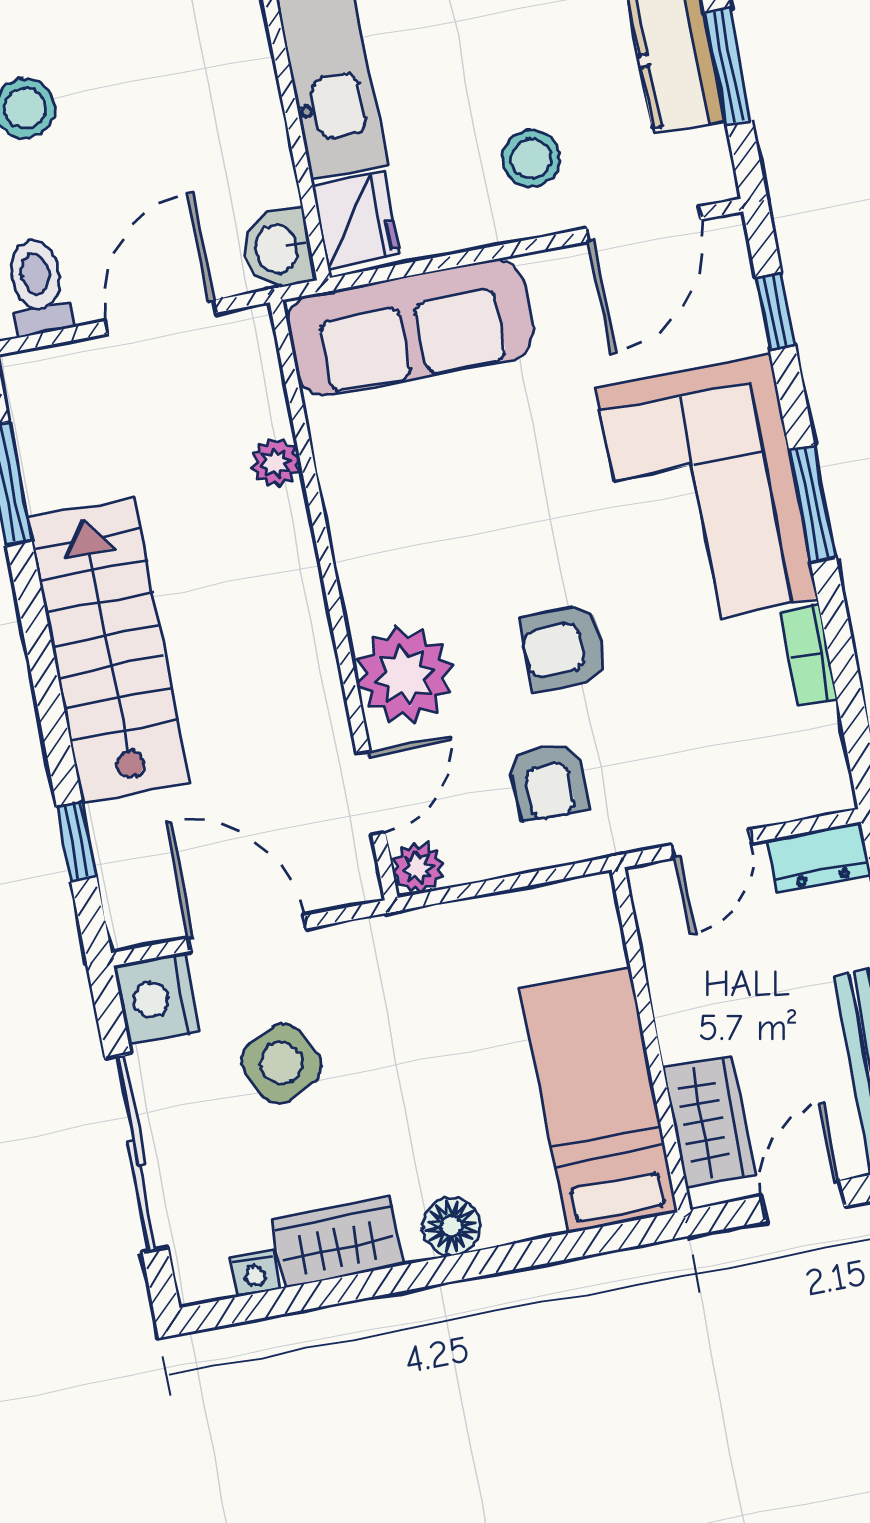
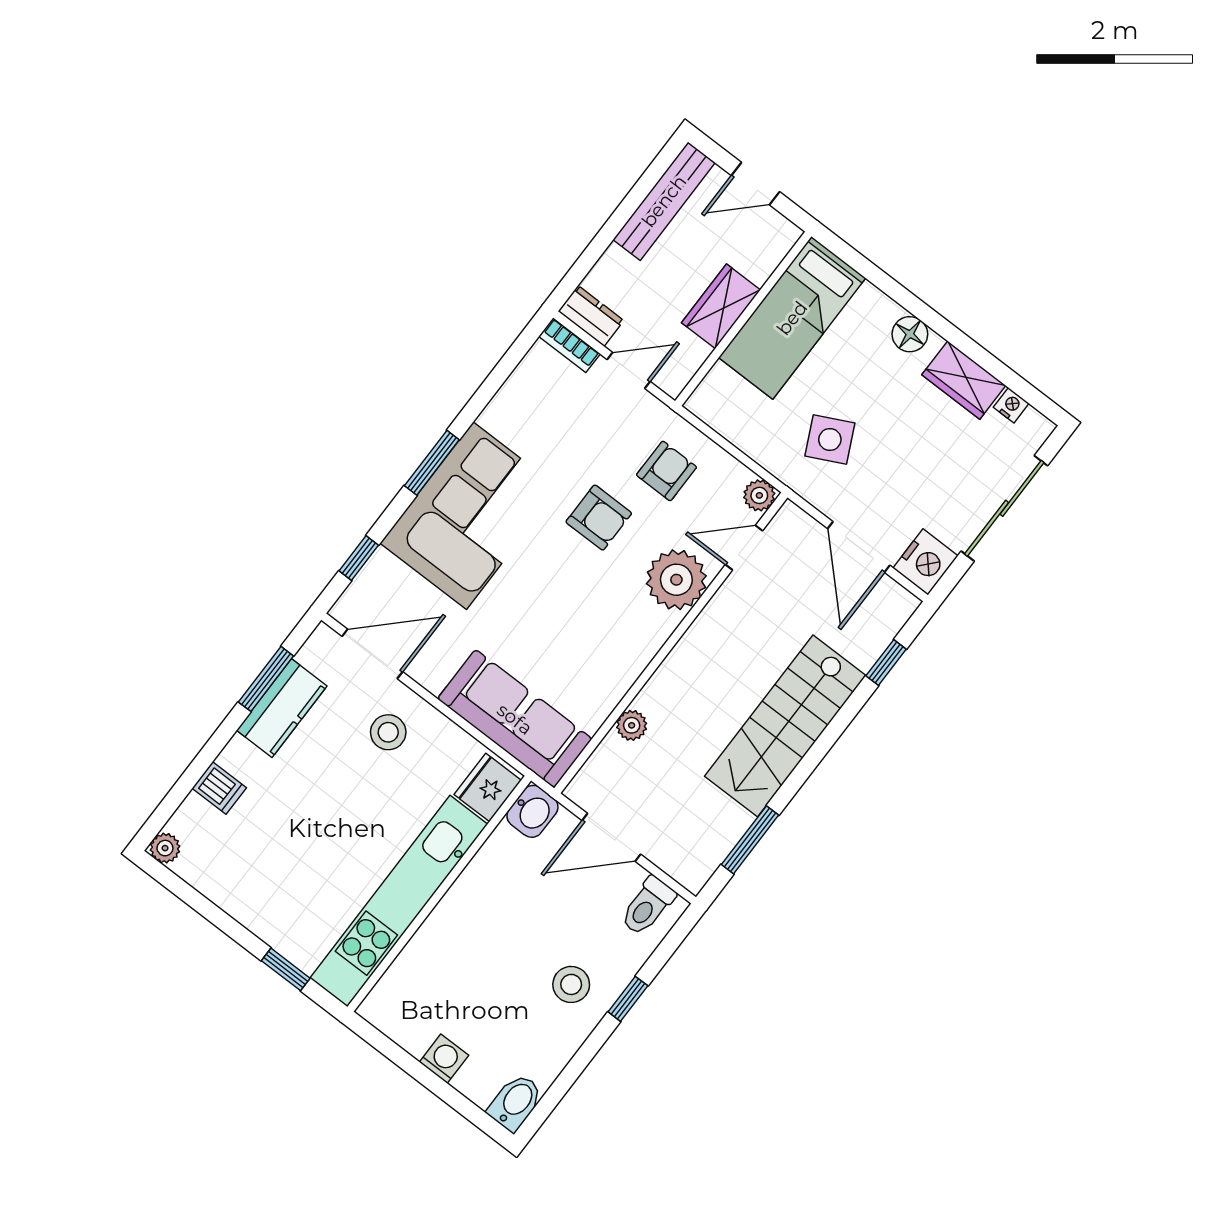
bookcase: (809, 655) -> (570, 345), moved, turned 90
side table: (281, 1063) -> (830, 440), moved
wardrobe: (709, 1121) -> (721, 306), moved

